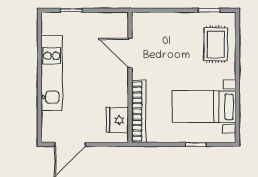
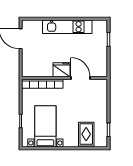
rug: (216, 44) -> (86, 134), turned 90
door: (130, 53) -> (80, 78), hinge flipped
fridge: (117, 120) -> (61, 70), moved

